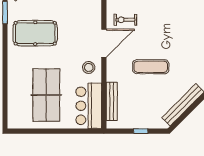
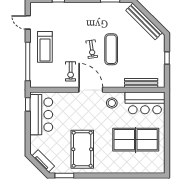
exercise bike: (151, 44) -> (92, 49), added

